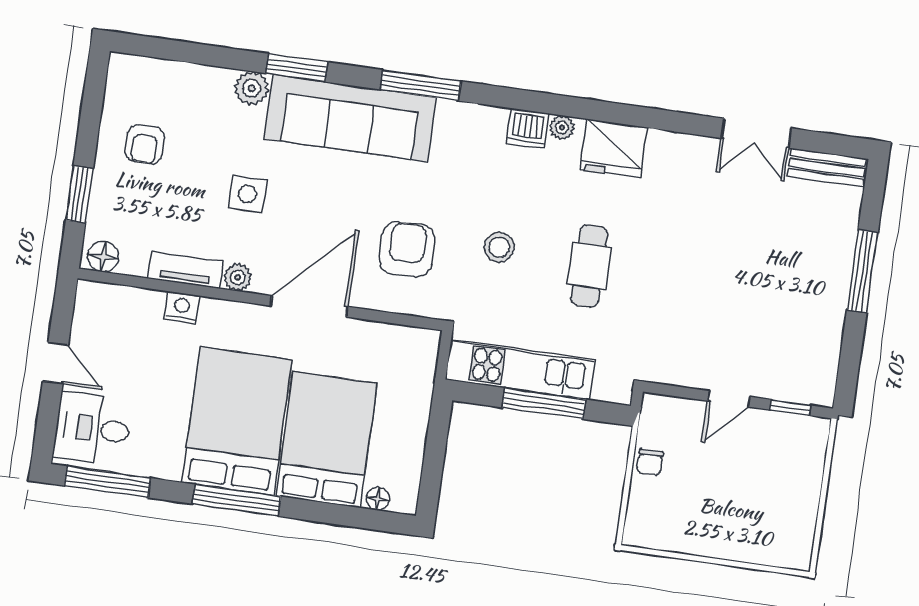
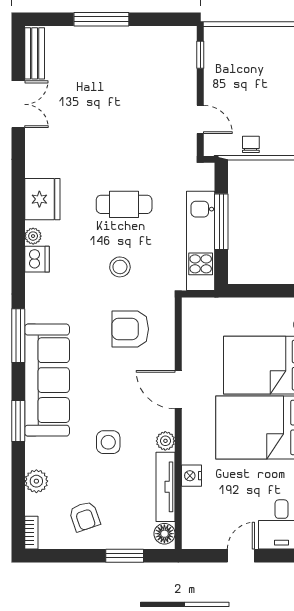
bookcase: (132, 64) -> (31, 533), added
plant: (252, 88) -> (36, 481), moved
armchair: (145, 144) -> (85, 516), turned 71
tv unit: (186, 270) -> (165, 487), width x1.41
door: (309, 306) -> (178, 390), width x0.73
door: (729, 399) -> (200, 119), moved
chair: (650, 462) -> (251, 144), turned -90

